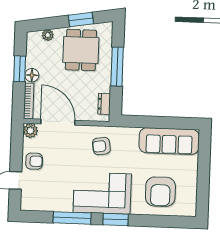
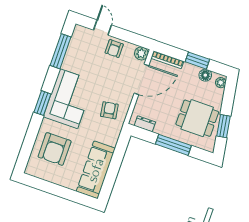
plant: (48, 35) -> (221, 83), moved
floor lamp: (32, 75) -> (205, 75), moved
armchair: (160, 192) -> (55, 149), turned -90
window: (72, 218) -> (61, 51), moved

